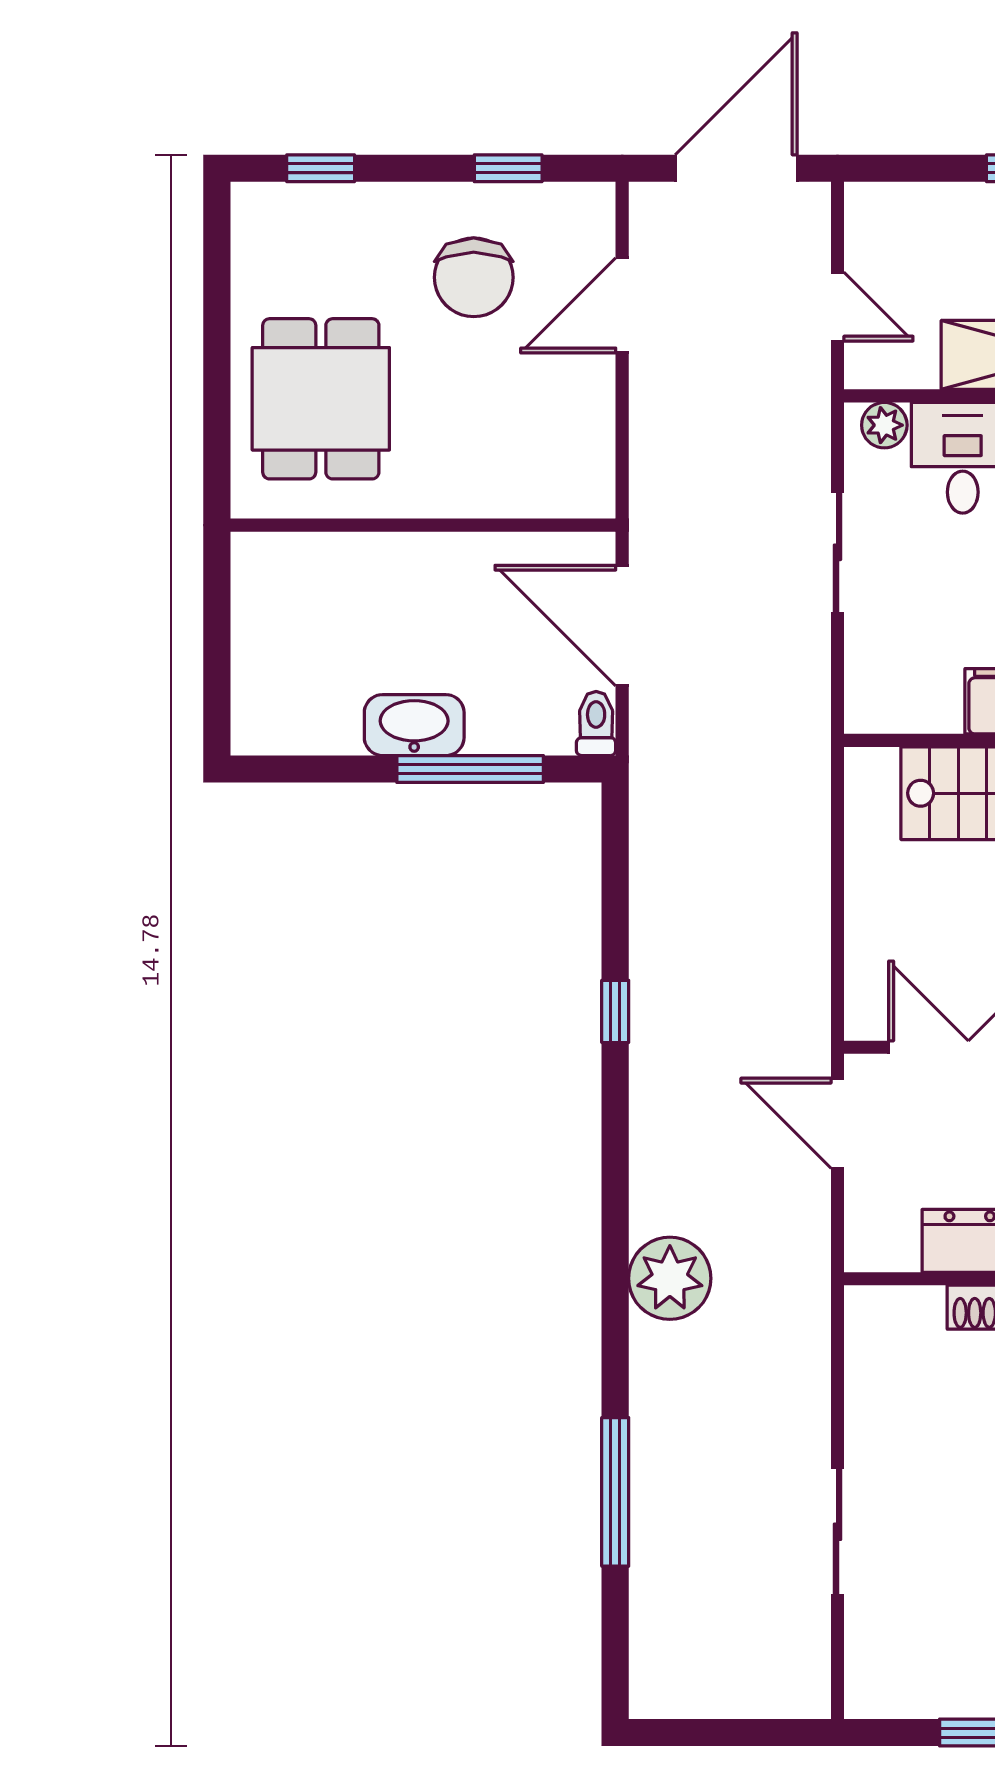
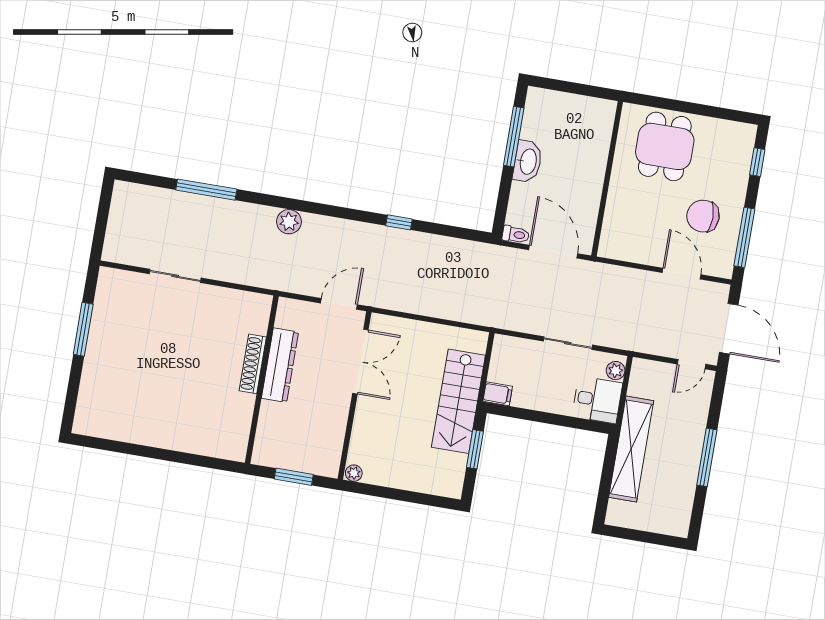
window: (508, 168) -> (744, 237), width x2.17
door: (838, 307) -> (692, 364), moved
dining table: (321, 399) -> (665, 146), turned 90
door: (622, 626) -> (553, 252), hinge flipped
window: (470, 769) -> (514, 137), moved
plant: (670, 1278) -> (289, 222), width x0.73, depth x0.73

